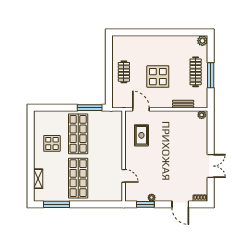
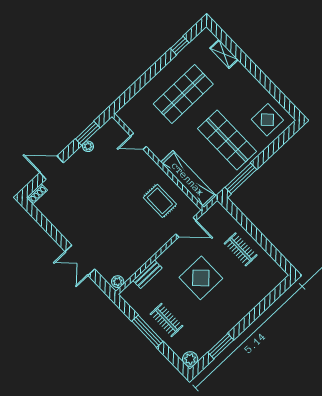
window: (181, 32) -> (221, 346), added
clothes rail: (196, 72) -> (166, 320), width x0.73
shelving: (116, 133) -> (188, 179), added
display table: (52, 143) -> (267, 120), moved
double door: (211, 166) -> (80, 260), moved
shop shelf: (78, 178) -> (183, 94), turned 90
window: (56, 204) -> (180, 46), width x0.46

